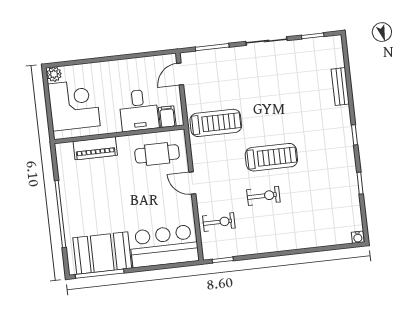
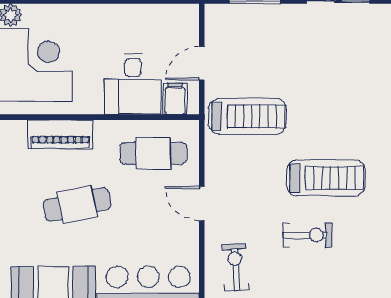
door: (180, 74) -> (202, 63), moved
cafe table: (111, 193) -> (77, 204), added
exercise bike: (219, 222) -> (235, 267), turned -94

